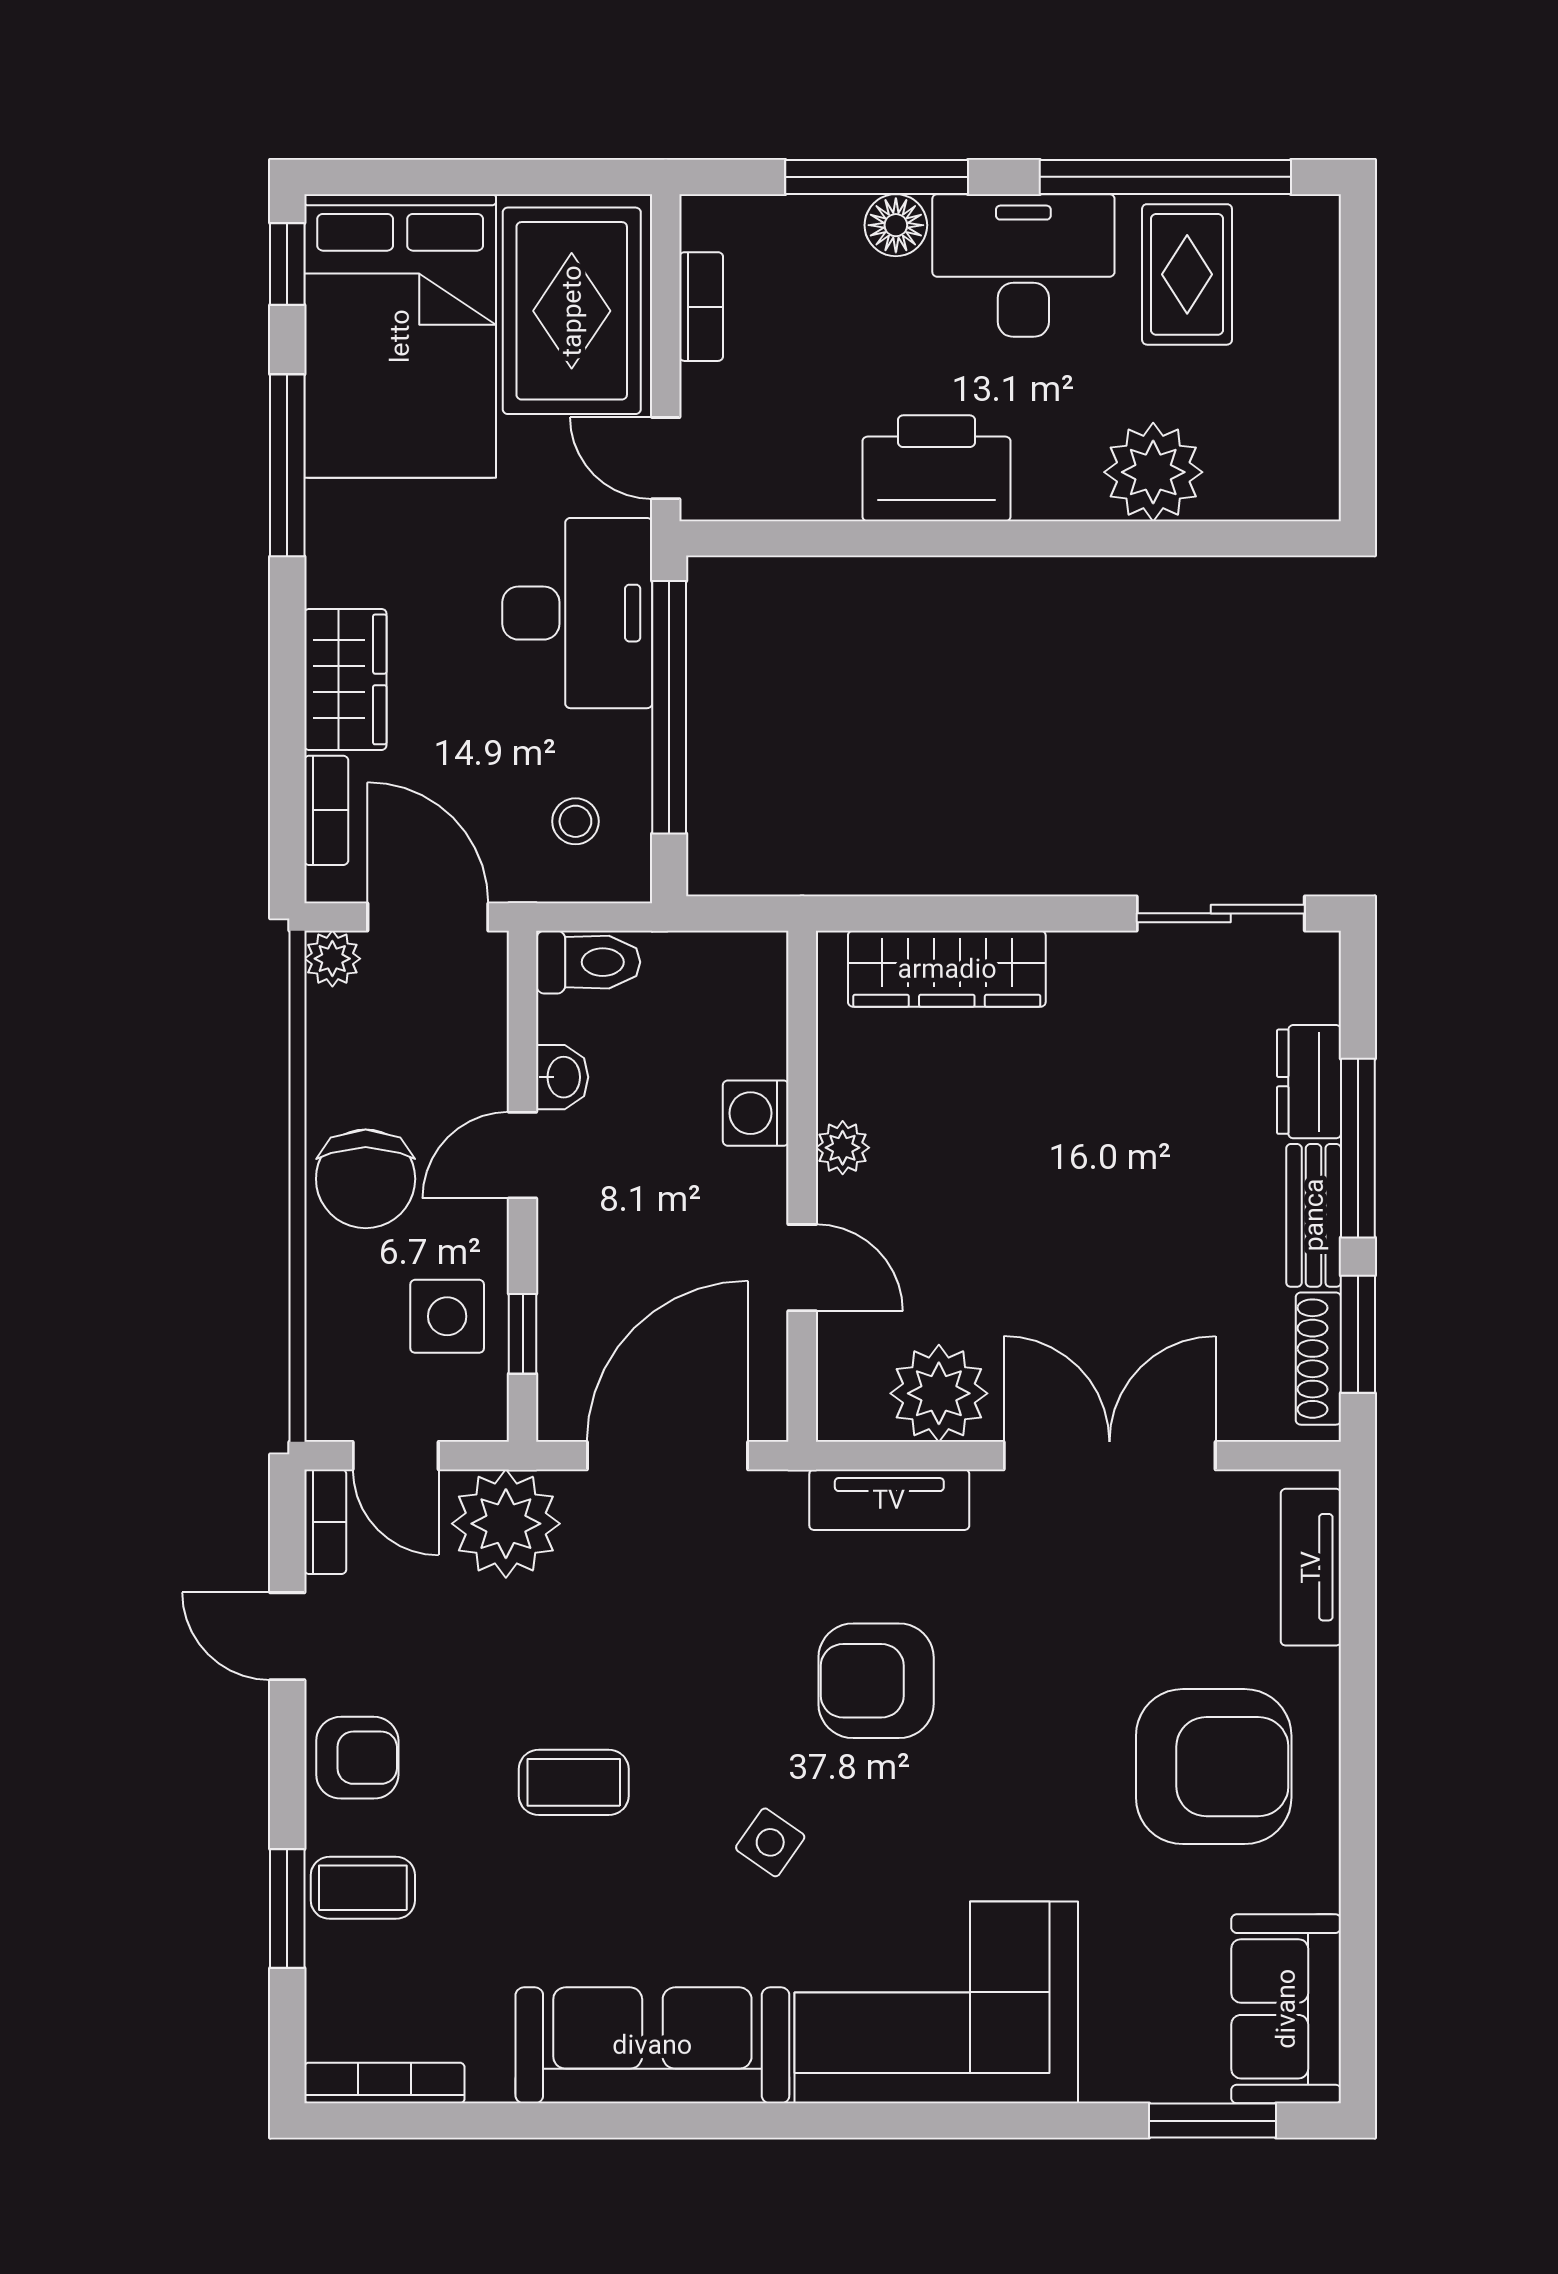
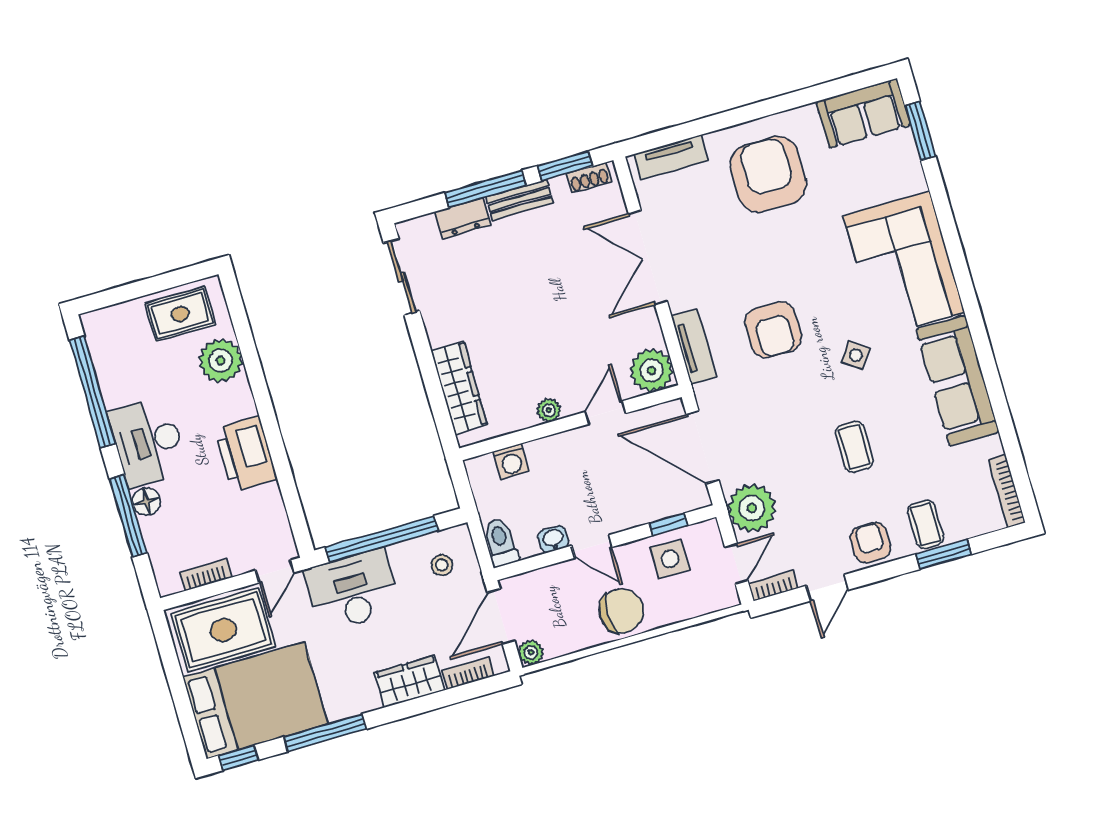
rug: (1187, 274) -> (180, 314), moved
washing machine: (756, 1113) -> (511, 461), moved
shoe rack: (1318, 1359) -> (589, 177), width x0.70
plant: (939, 1393) -> (651, 370), moved

